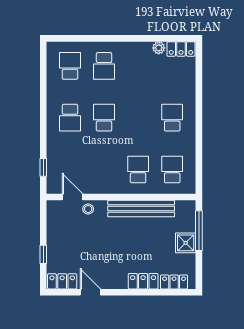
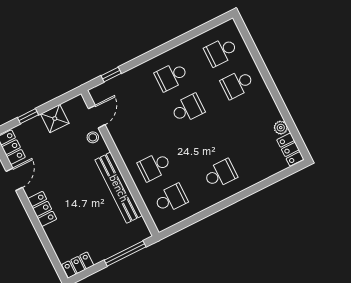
school desk: (70, 66) -> (221, 51), turned 180
school desk: (138, 169) -> (154, 166), turned 180
shower: (186, 243) -> (55, 119), moved
locker: (143, 281) -> (42, 209), moved
locker: (174, 282) -> (78, 265), moved, turned -90

